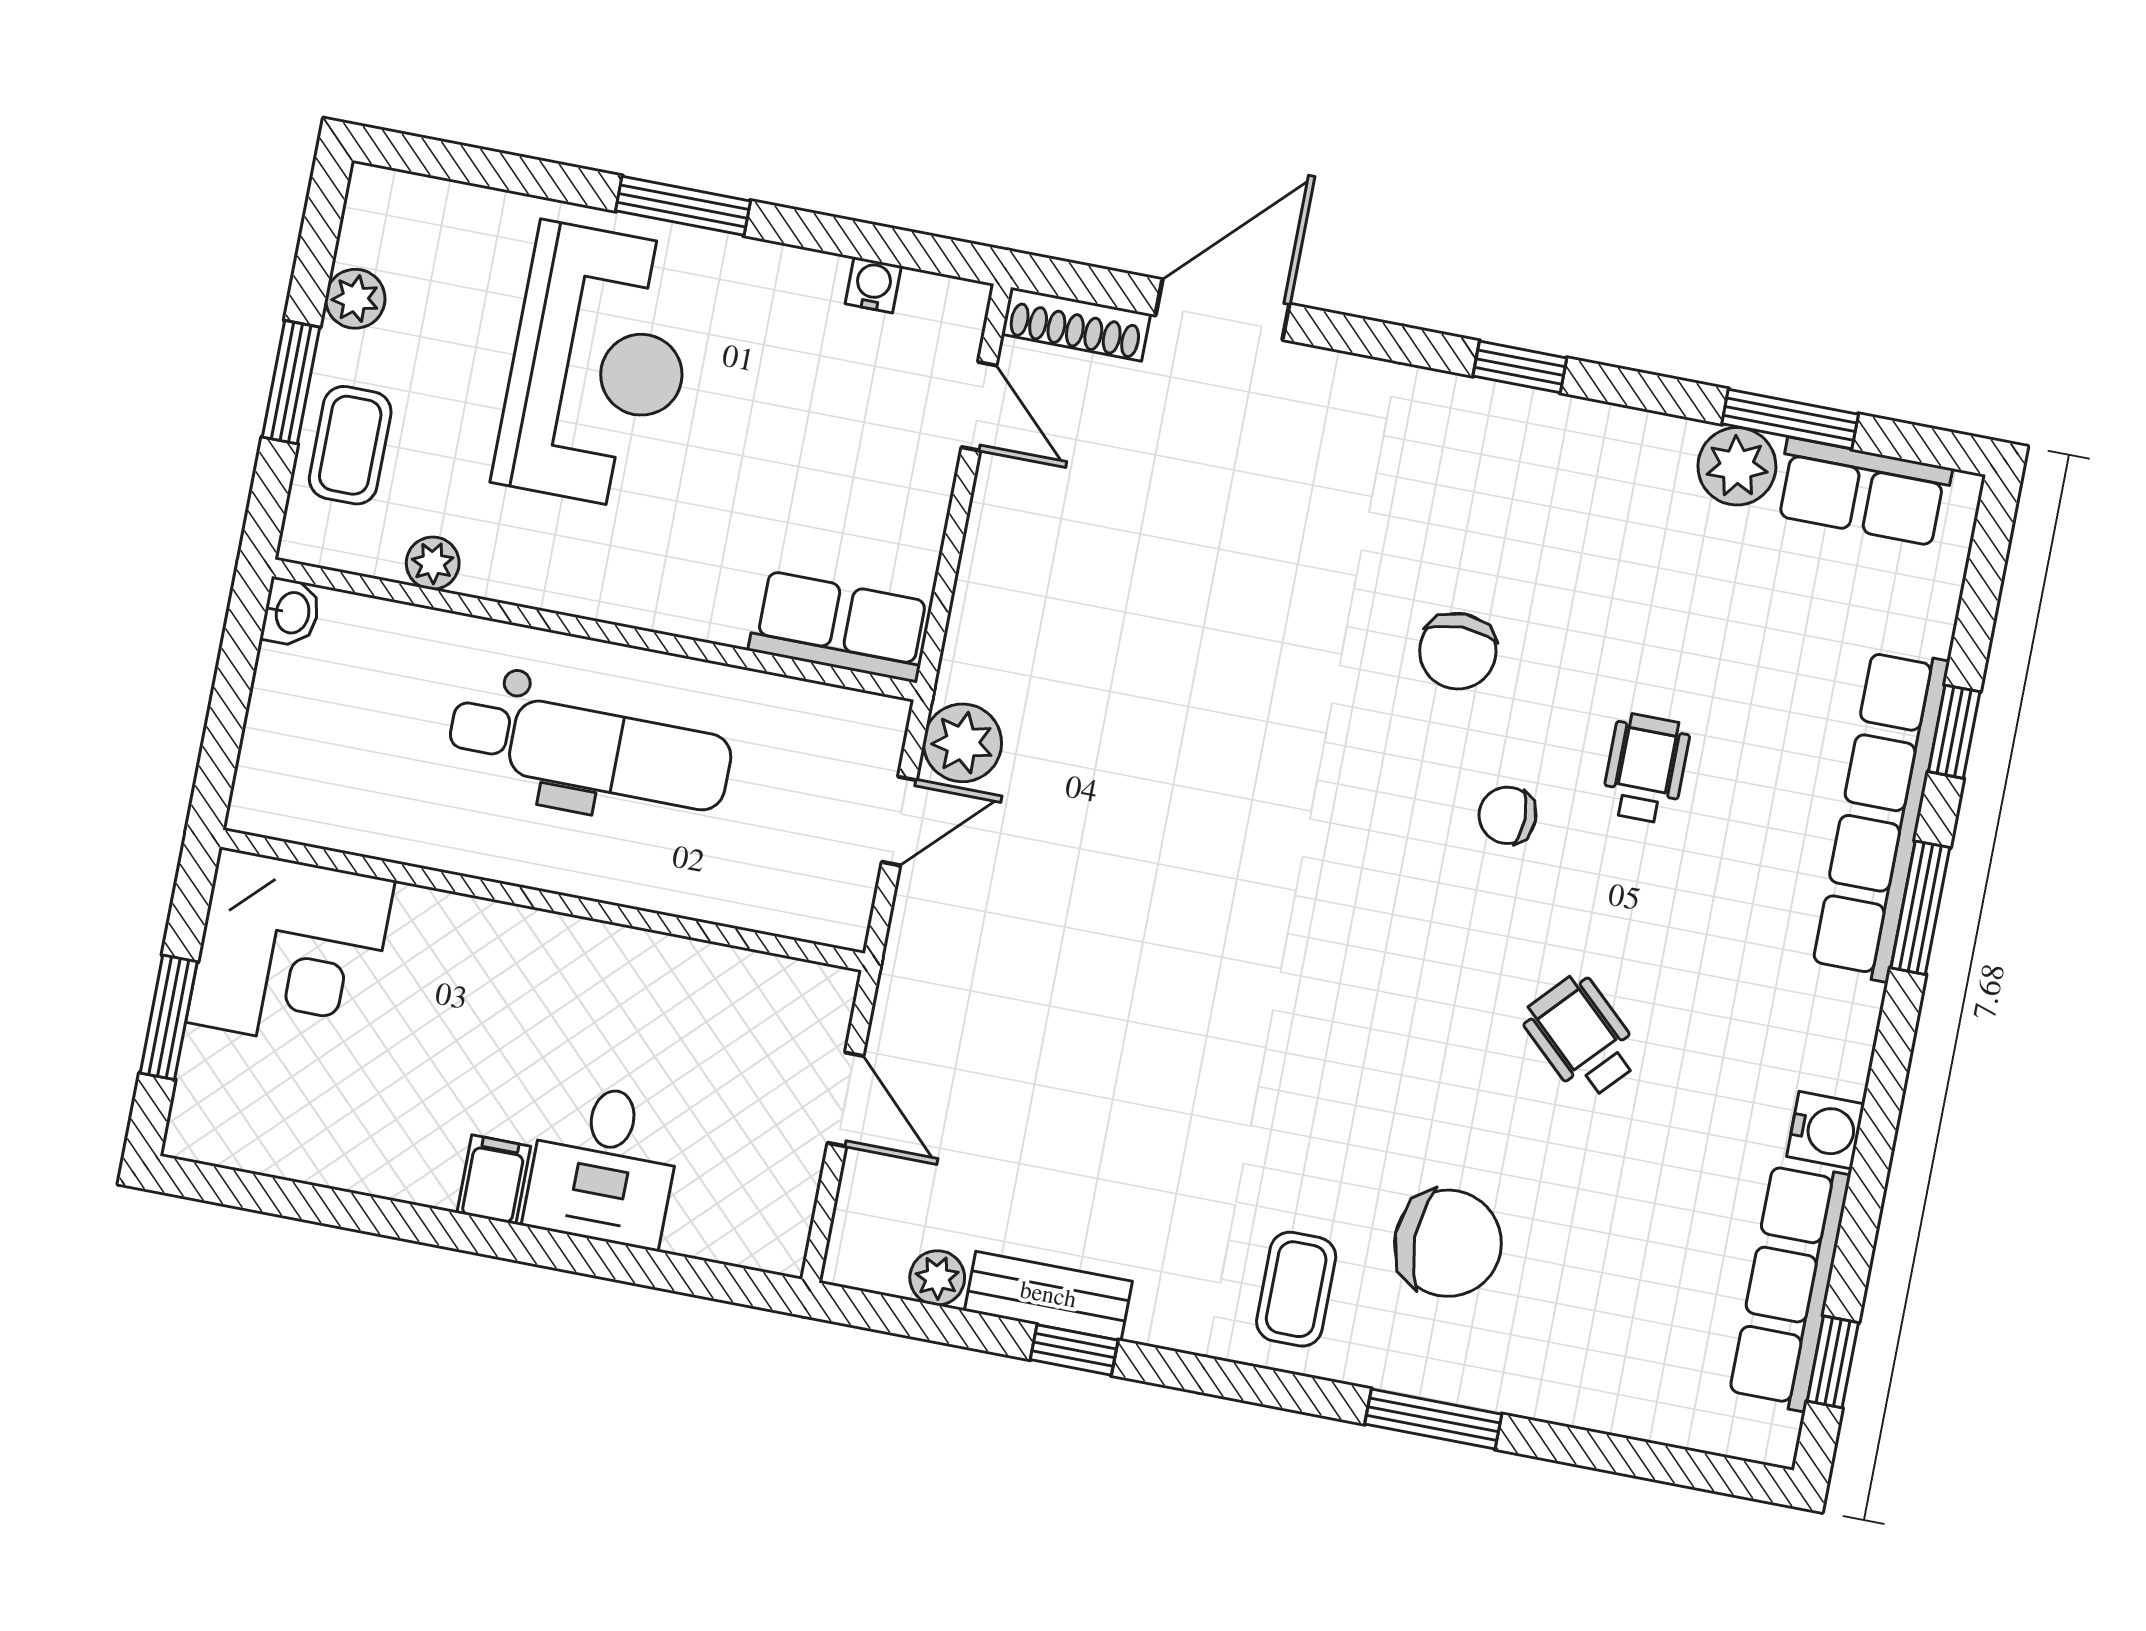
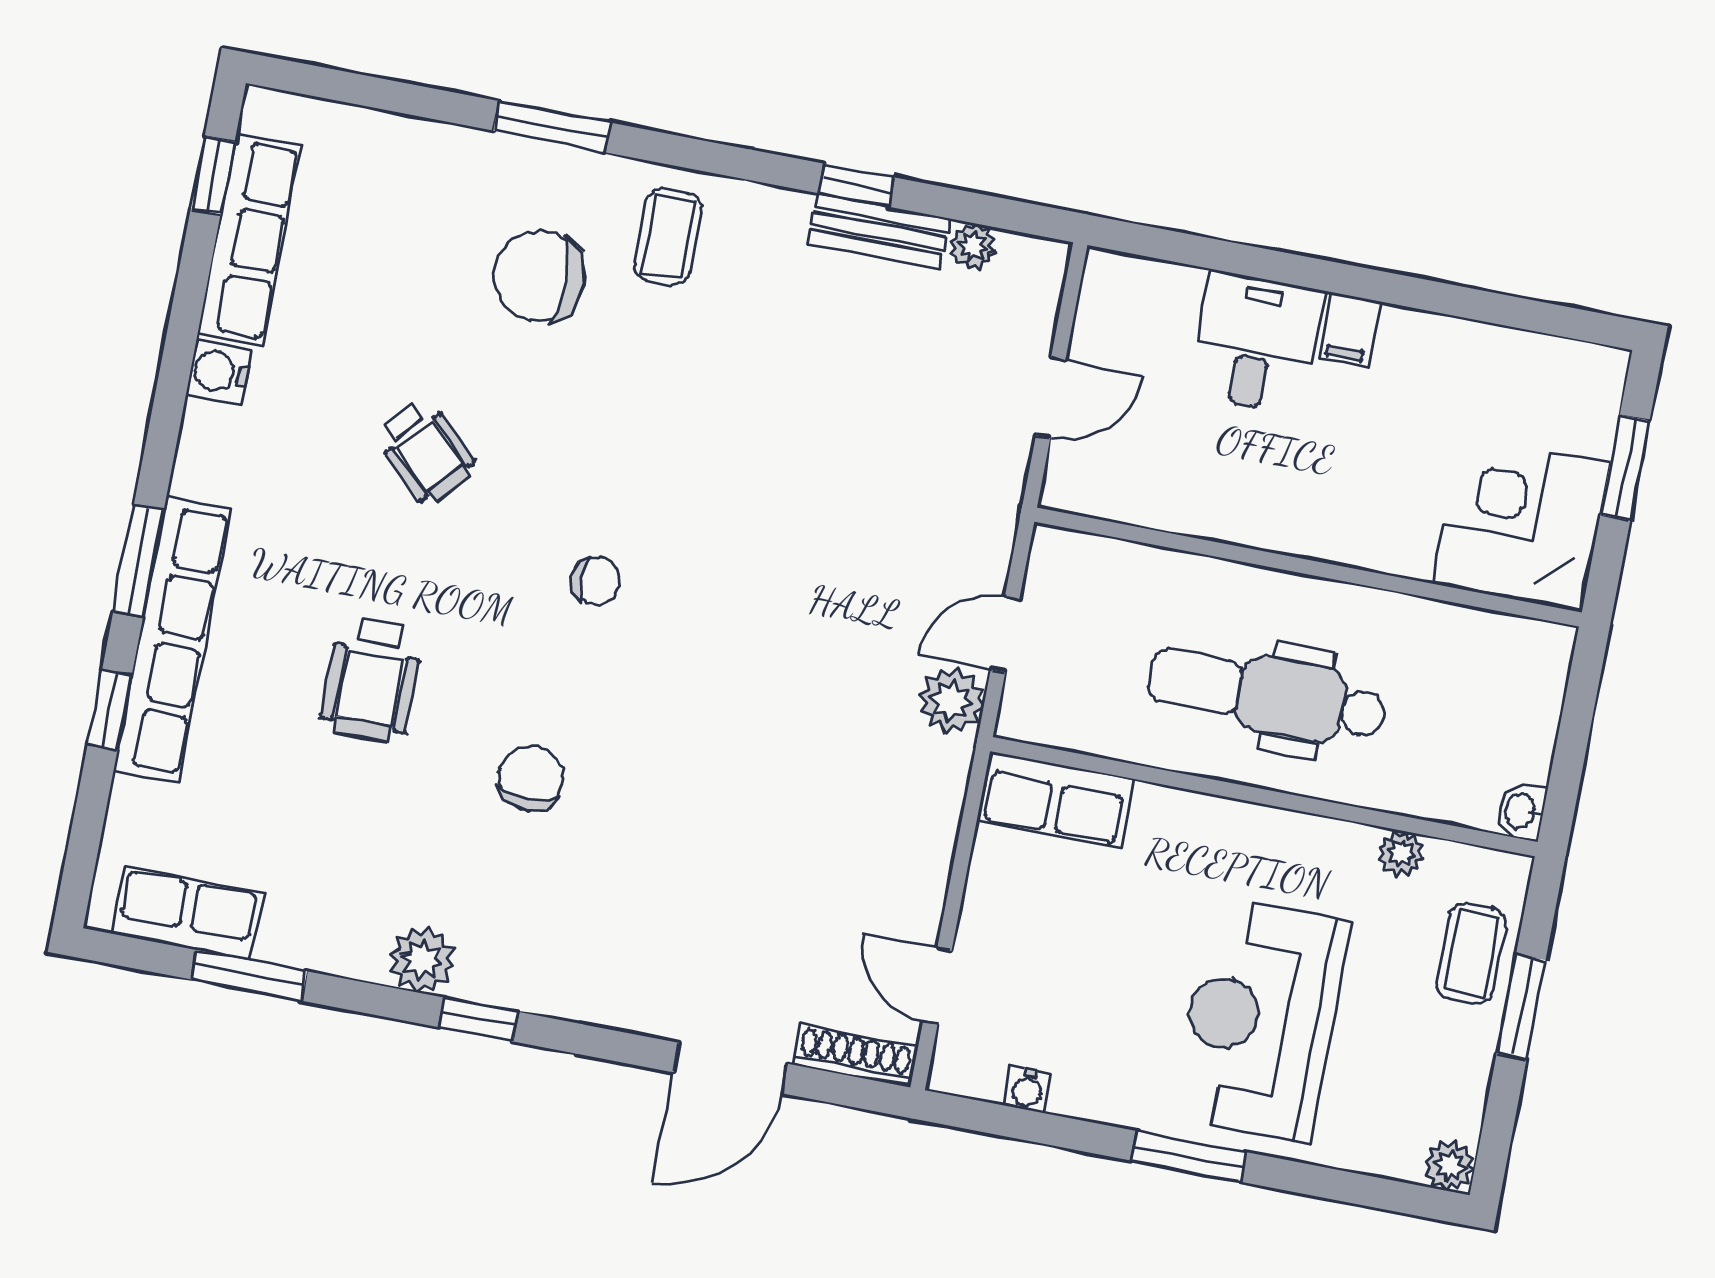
plant: (355, 299) -> (1450, 1166), moved
plant: (1737, 466) -> (422, 960), moved
wheelchair: (1646, 768) -> (372, 679), width x1.36, depth x1.37
chair: (1508, 815) -> (596, 581), moved
door: (846, 1099) -> (1051, 398), swing flipped

